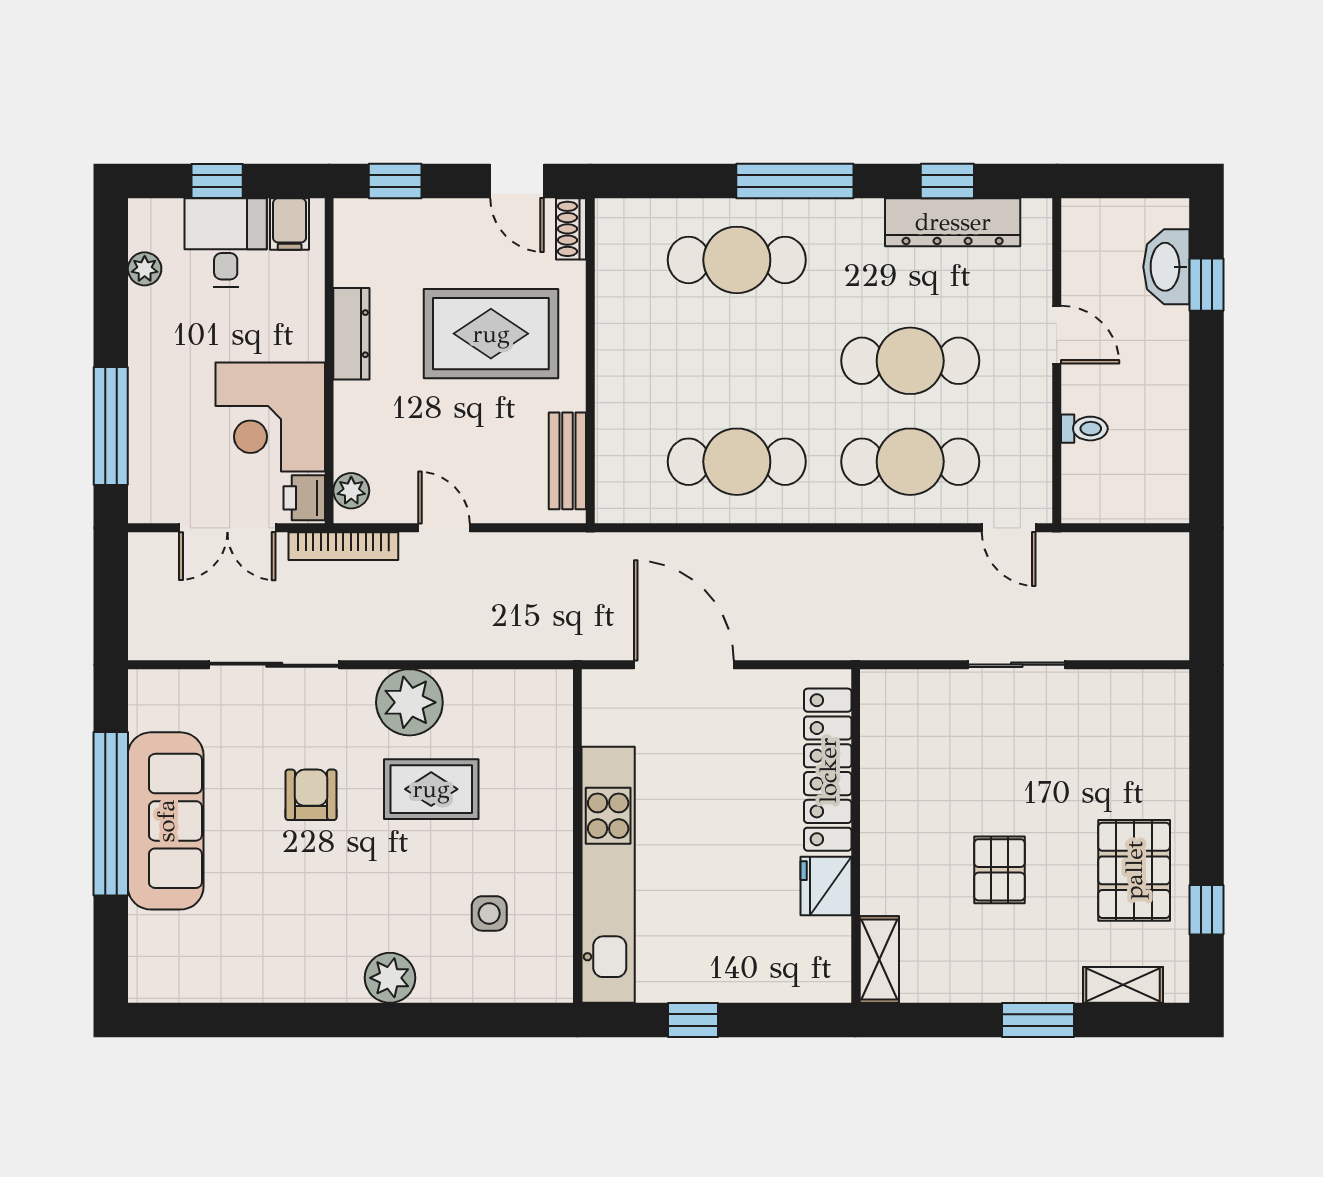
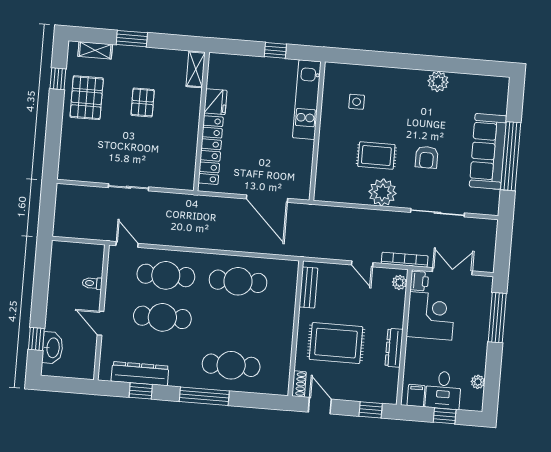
kitchen unit: (608, 875) -> (307, 100), width x0.73
plant: (390, 978) -> (438, 82), moved

